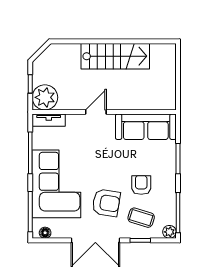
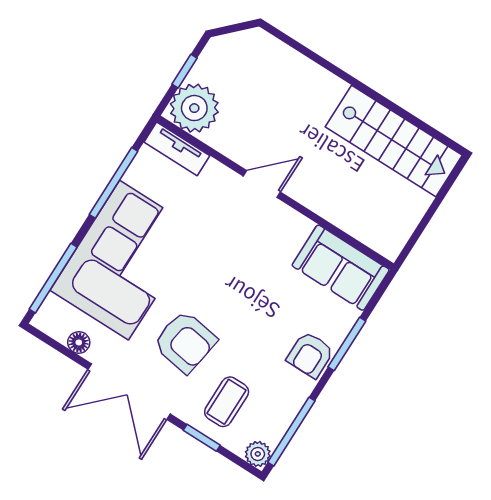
stairs: (115, 56) -> (394, 141), moved
sofa: (146, 127) -> (341, 268), width x0.73
armchair: (141, 185) -> (310, 355), moved, turned 180
coffee table: (141, 218) -> (227, 402), turned 73
floor lamp: (45, 233) -> (79, 342), moved

